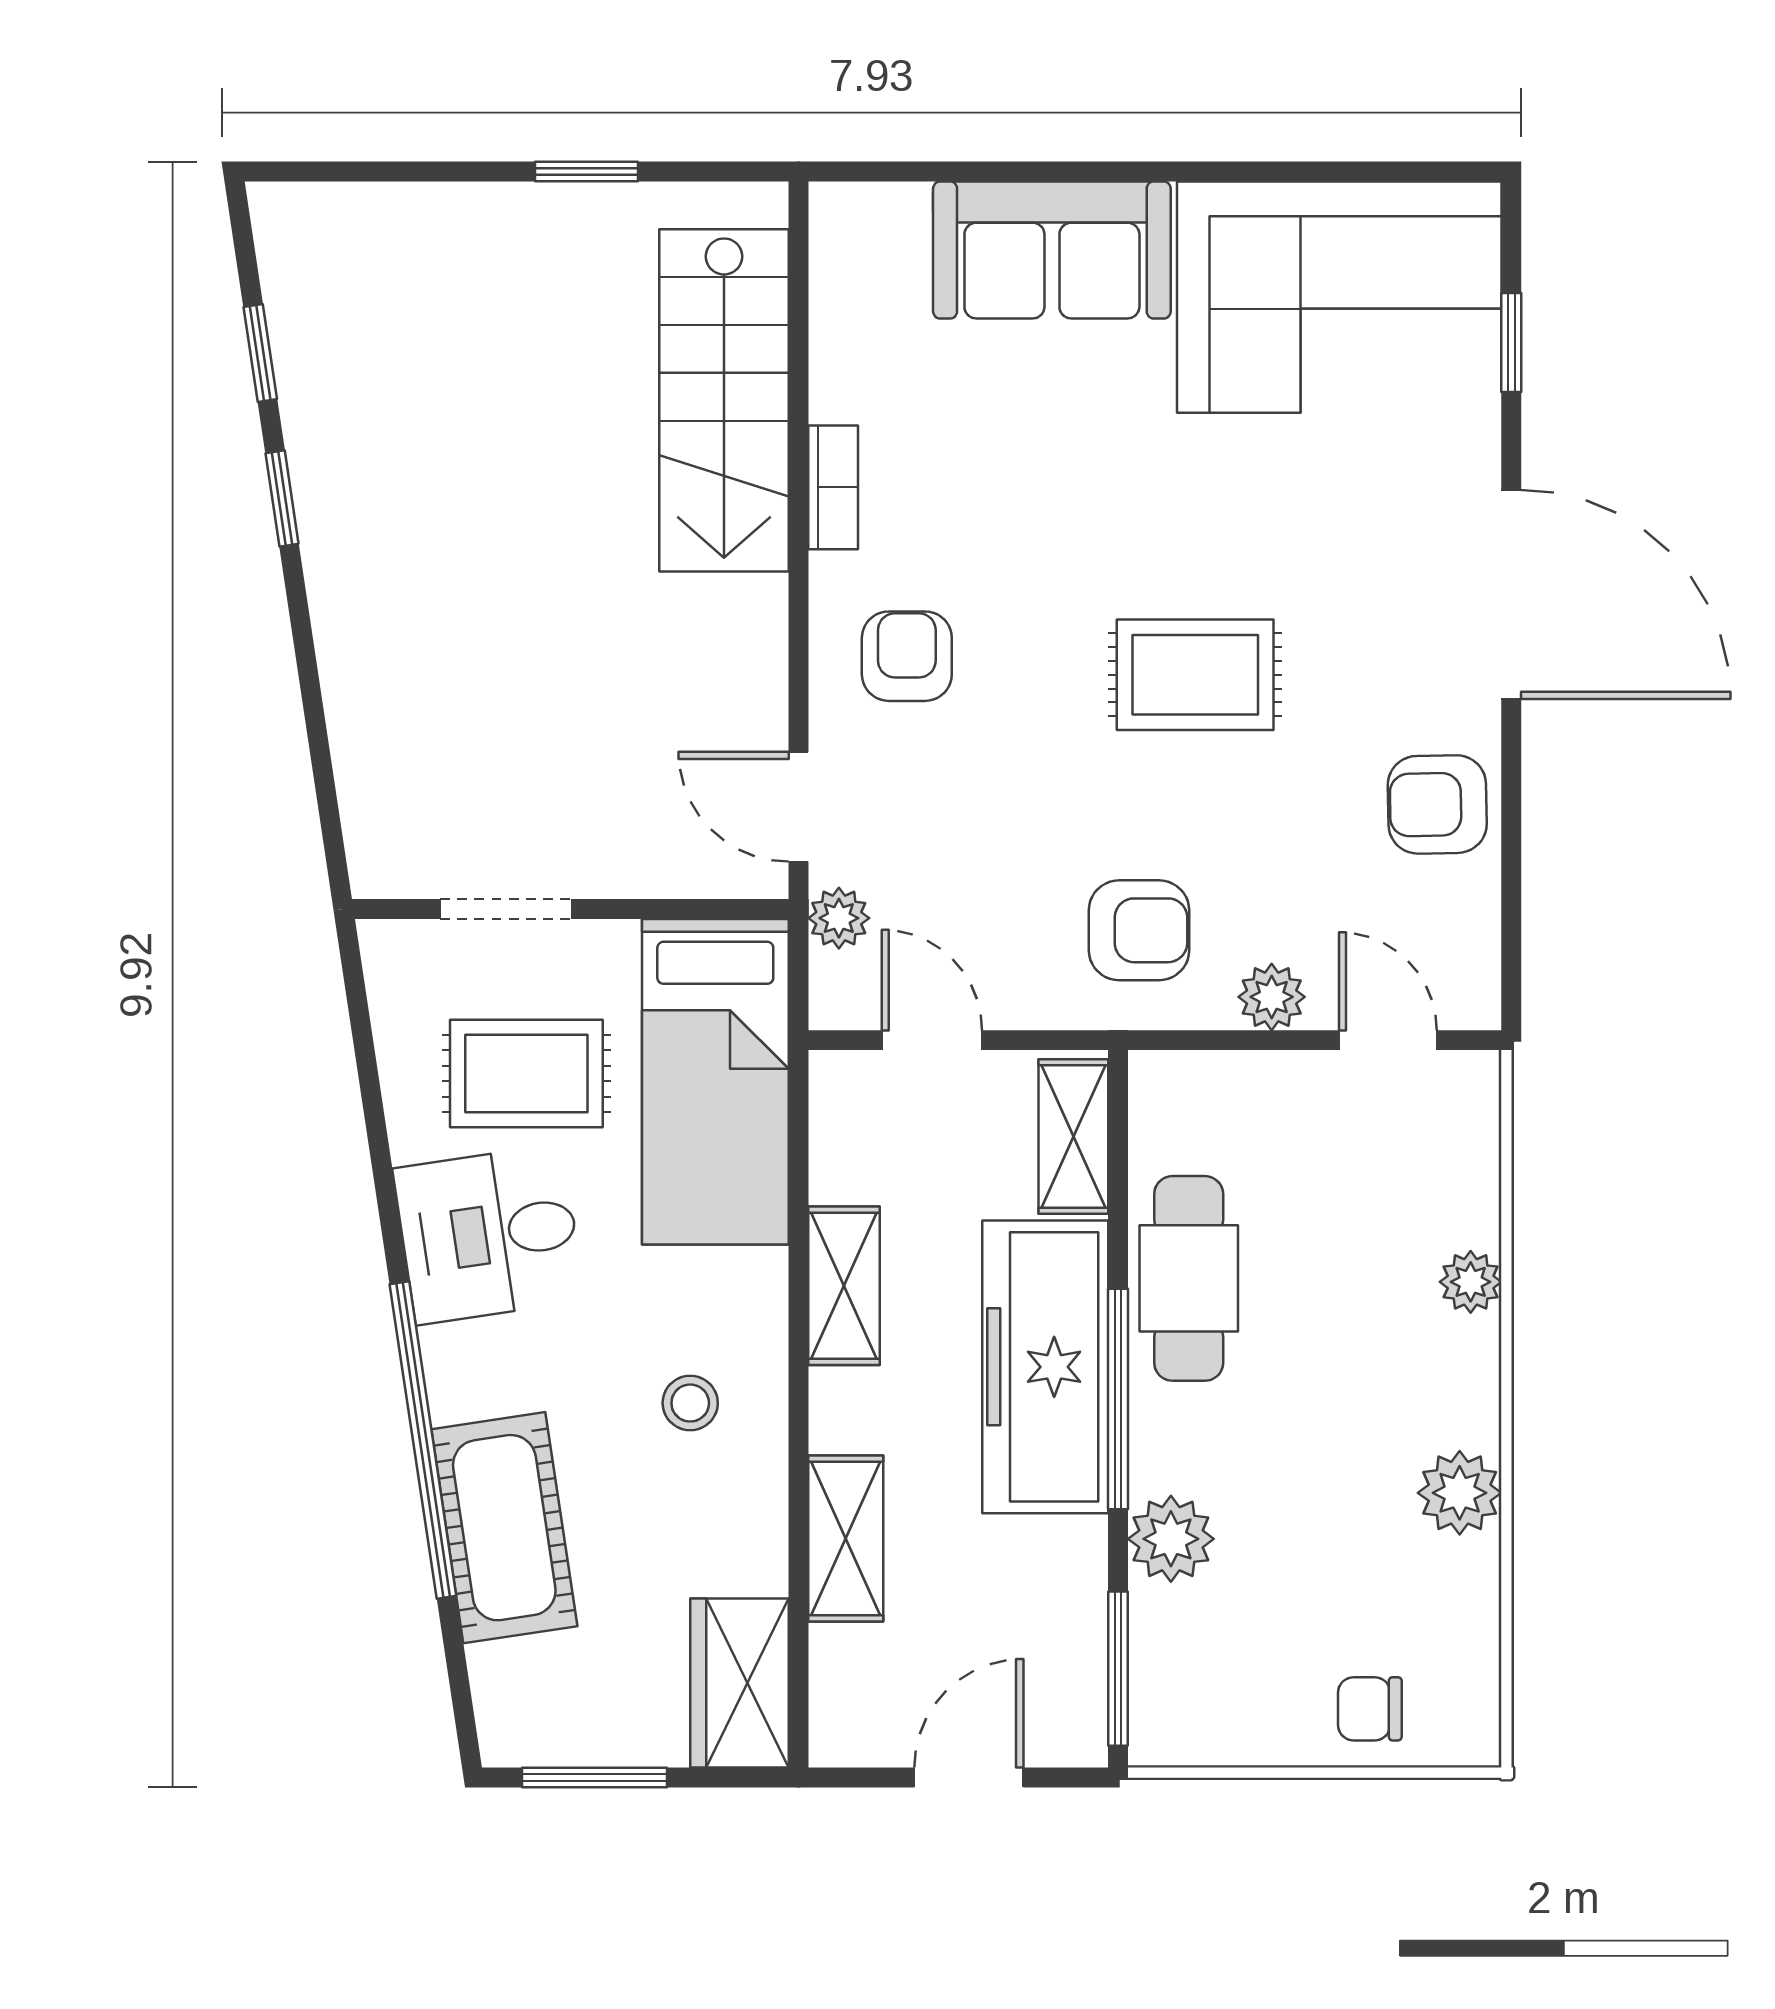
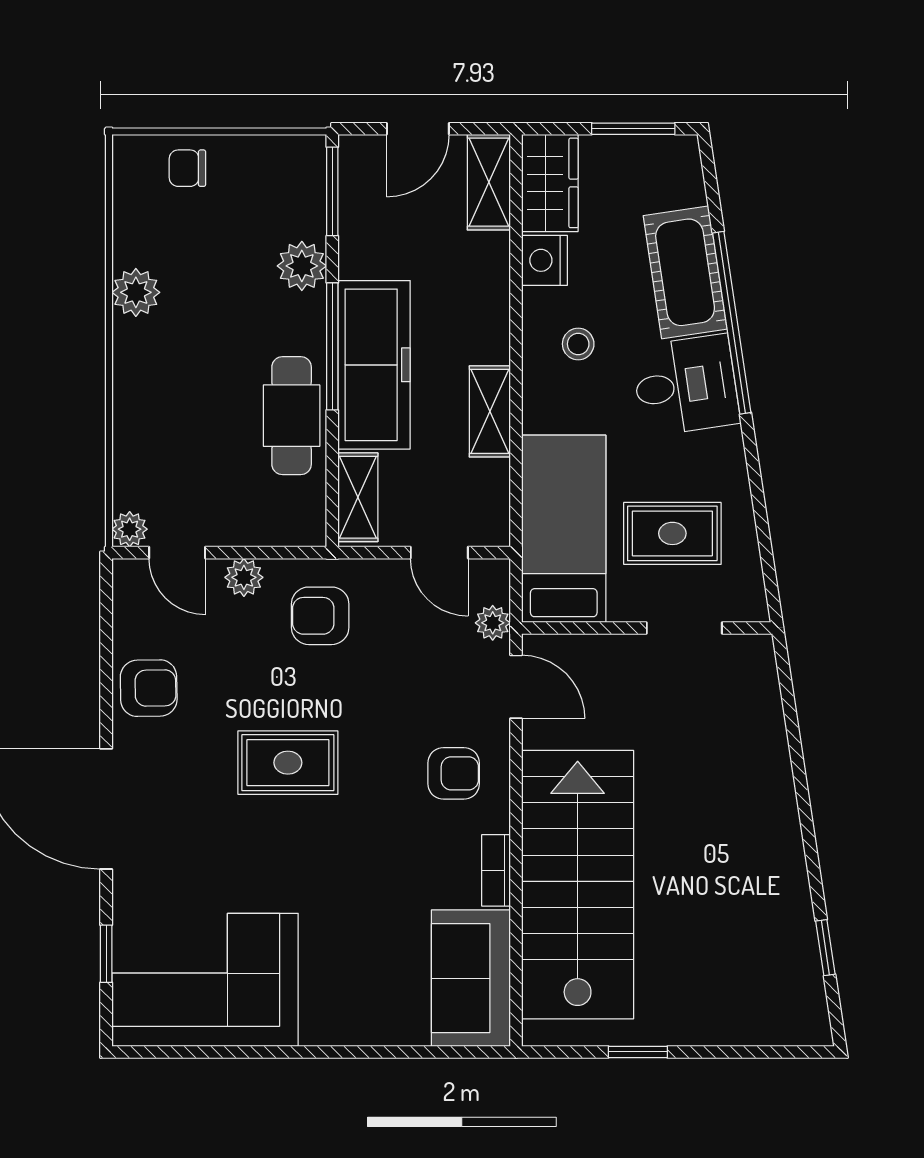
sofa: (1052, 250) -> (471, 978), moved, turned -90
stairs: (724, 400) -> (578, 885), width x1.36, depth x1.51
window: (282, 498) -> (813, 864), removed
armchair: (907, 656) -> (454, 773), turned -90
desk: (489, 1234) -> (686, 385), moved
plant: (1471, 1282) -> (130, 529), moved
shelving: (846, 1539) -> (489, 182), moved
nightstand: (749, 1549) -> (545, 260), added
chair: (1370, 1709) -> (187, 168), turned 180

